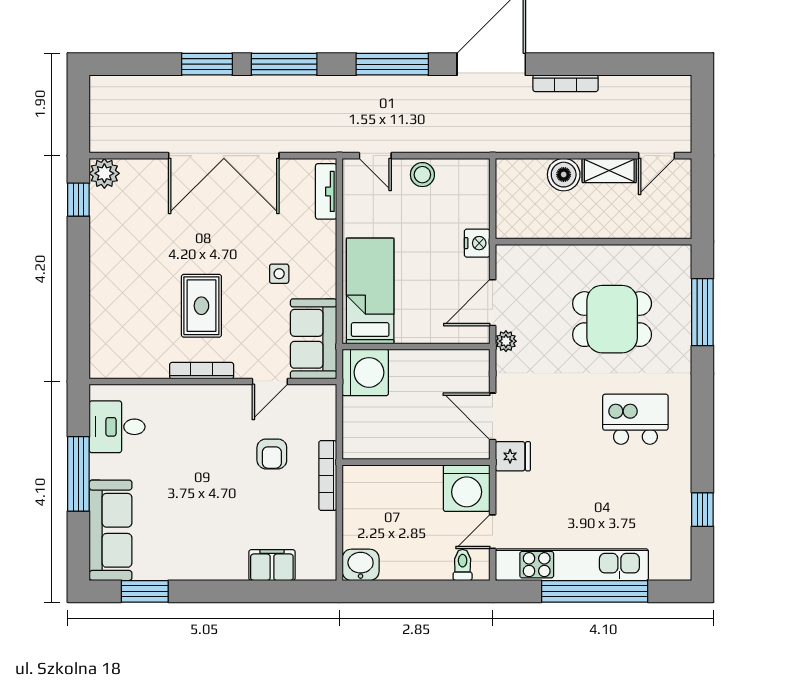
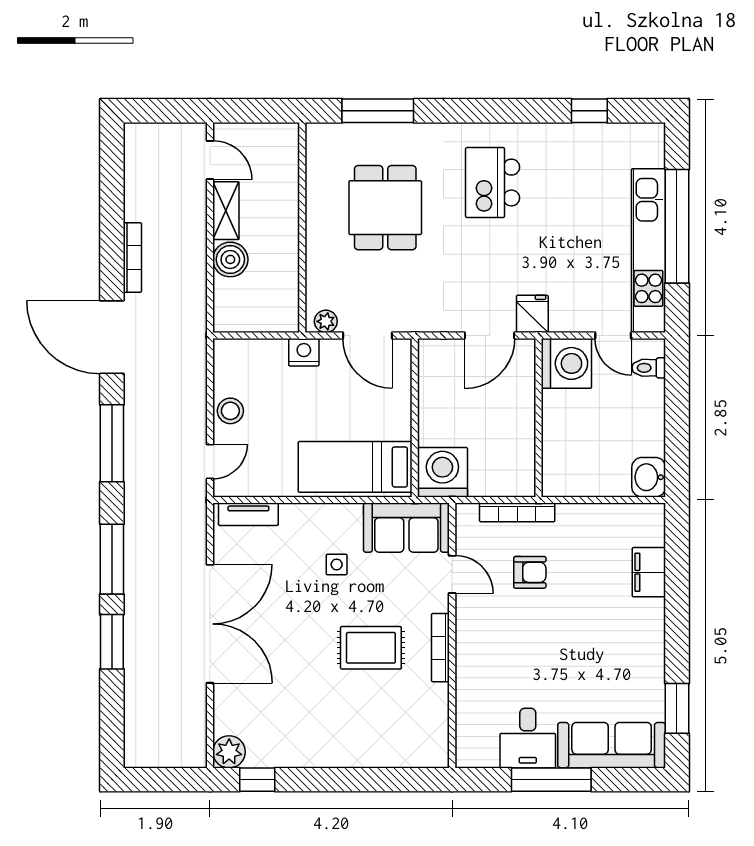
plant: (506, 341) -> (326, 321), moved
desk: (117, 427) -> (528, 738), moved
bookcase: (328, 476) -> (517, 512), moved

